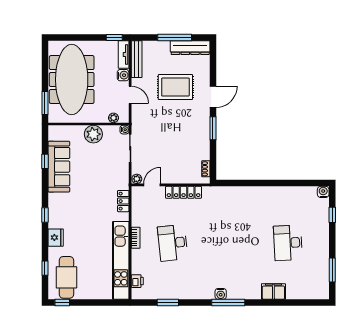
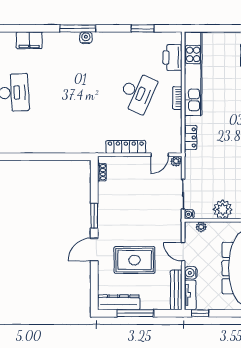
desk: (173, 243) -> (137, 93), turned 30
printer: (137, 281) -> (172, 58), width x1.87, depth x1.48

